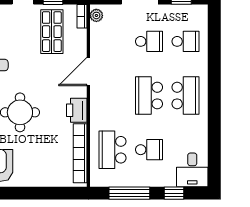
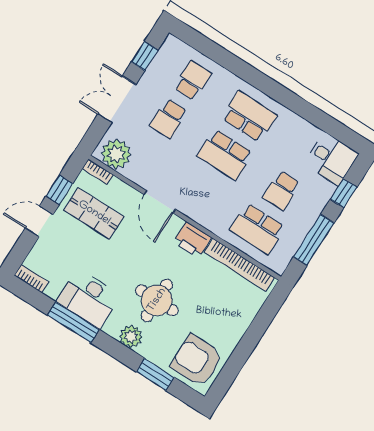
plant: (96, 15) -> (116, 154), width x1.87, depth x1.87
school desk: (149, 41) -> (168, 119), turned 180
school desk: (149, 150) -> (281, 191), turned 180

